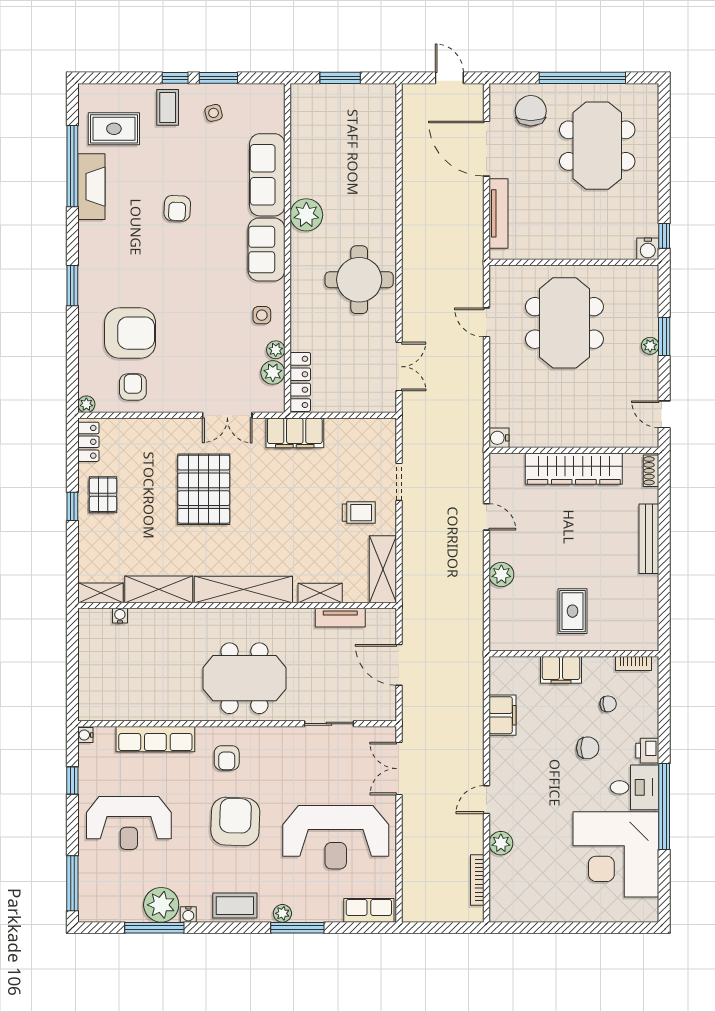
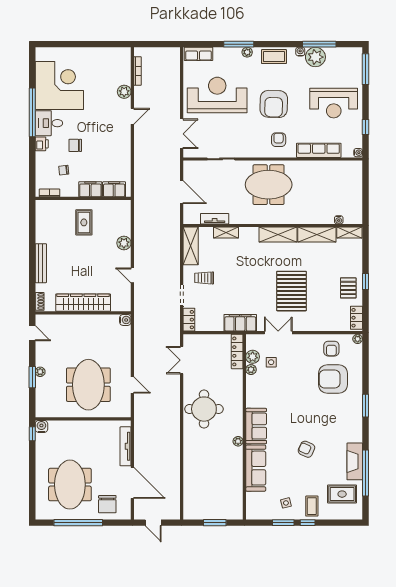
armchair: (177, 208) -> (306, 449), turned -69
plant: (306, 215) -> (238, 441), width x0.53, depth x0.53
side table: (262, 315) -> (271, 362), moved
locker: (386, 438) -> (189, 320), added
shelving: (243, 590) -> (278, 234), width x0.68
filing cabinet: (502, 715) -> (114, 189), moved, turned 90
reception desk: (129, 823) -> (334, 103), turned 180

